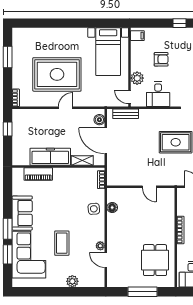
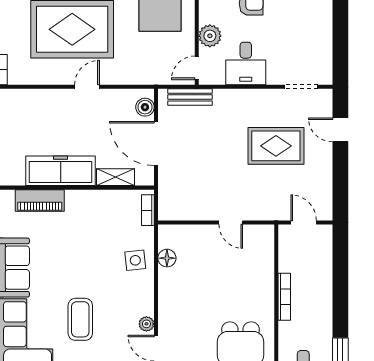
door: (130, 97) -> (197, 68), hinge flipped

